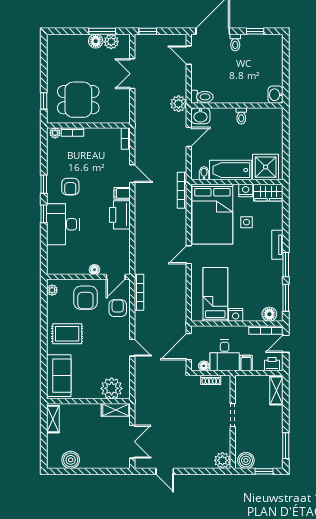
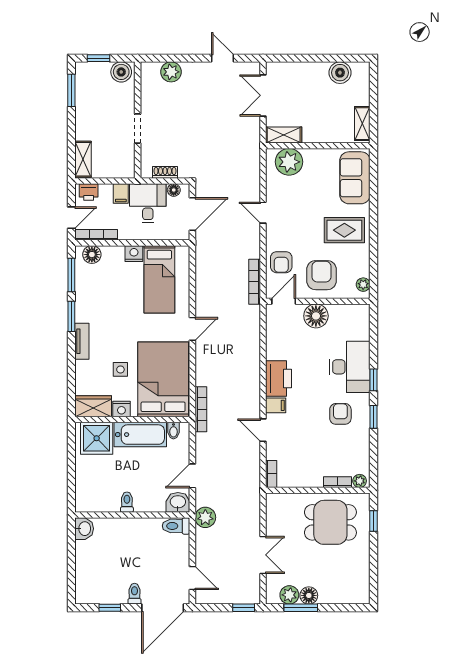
floor lamp: (94, 270) -> (316, 316), width x1.89, depth x1.89
plant: (222, 460) -> (171, 72), moved

